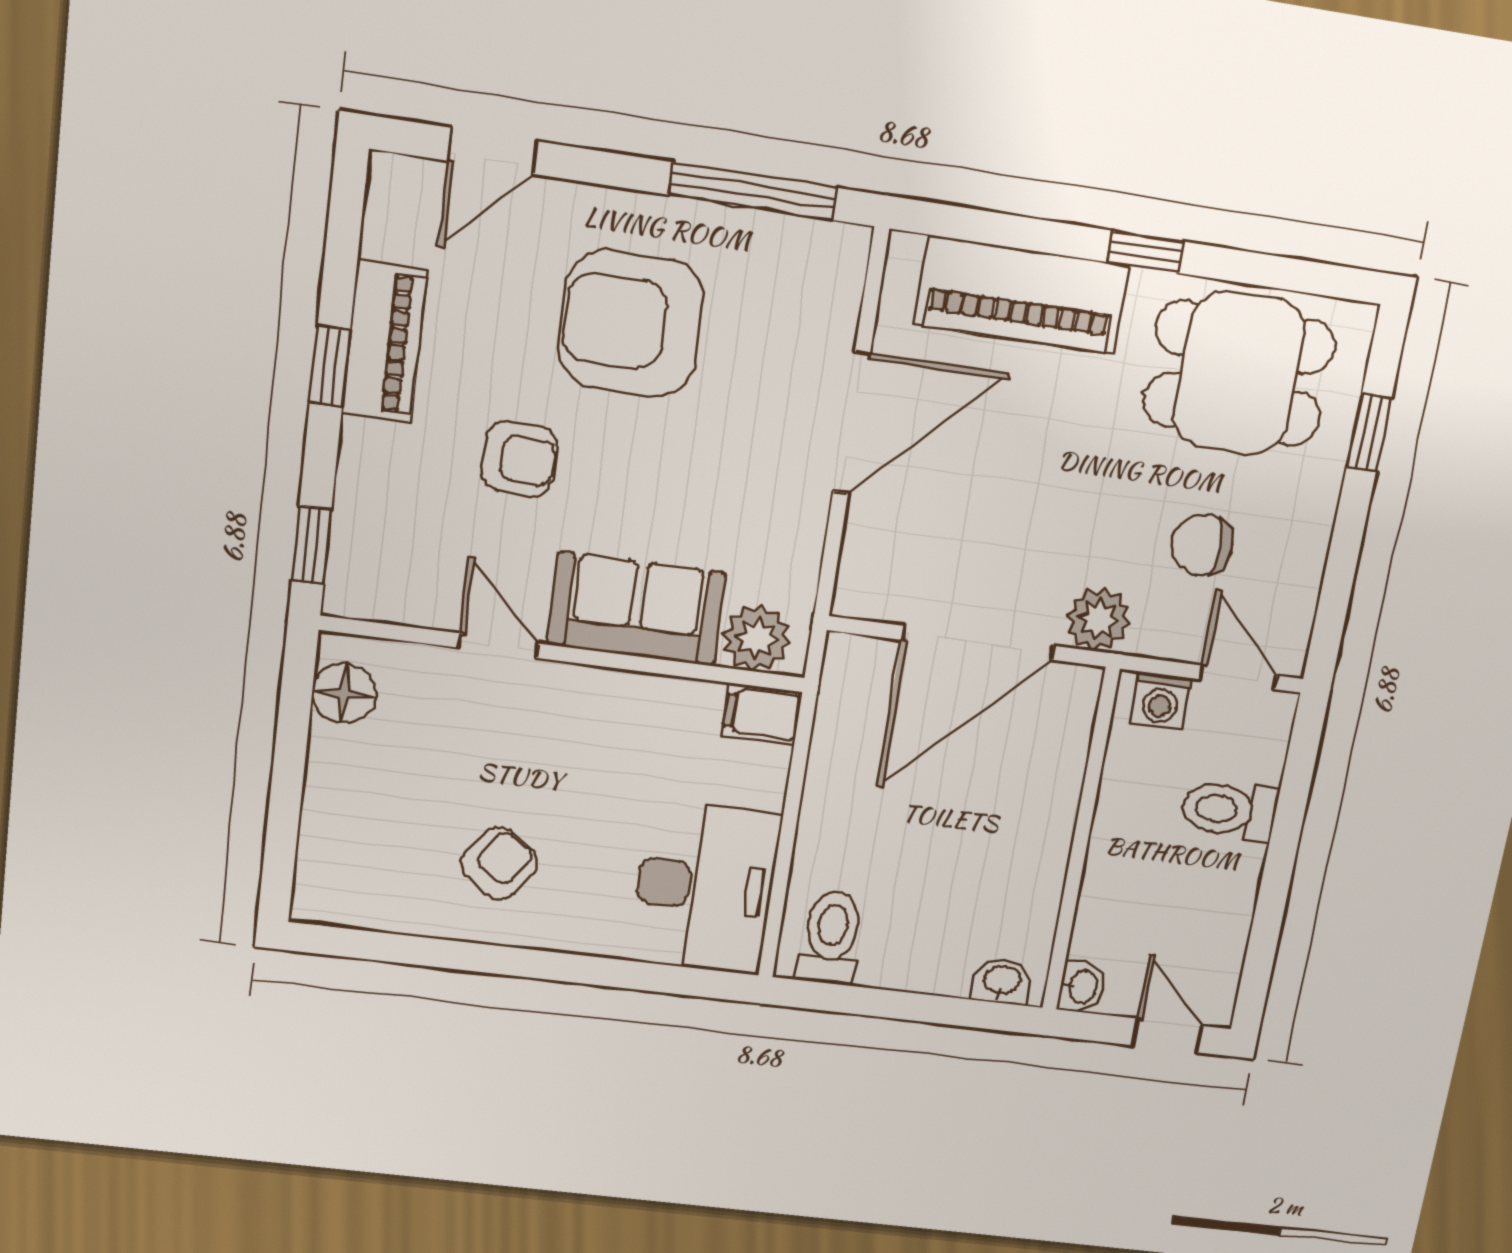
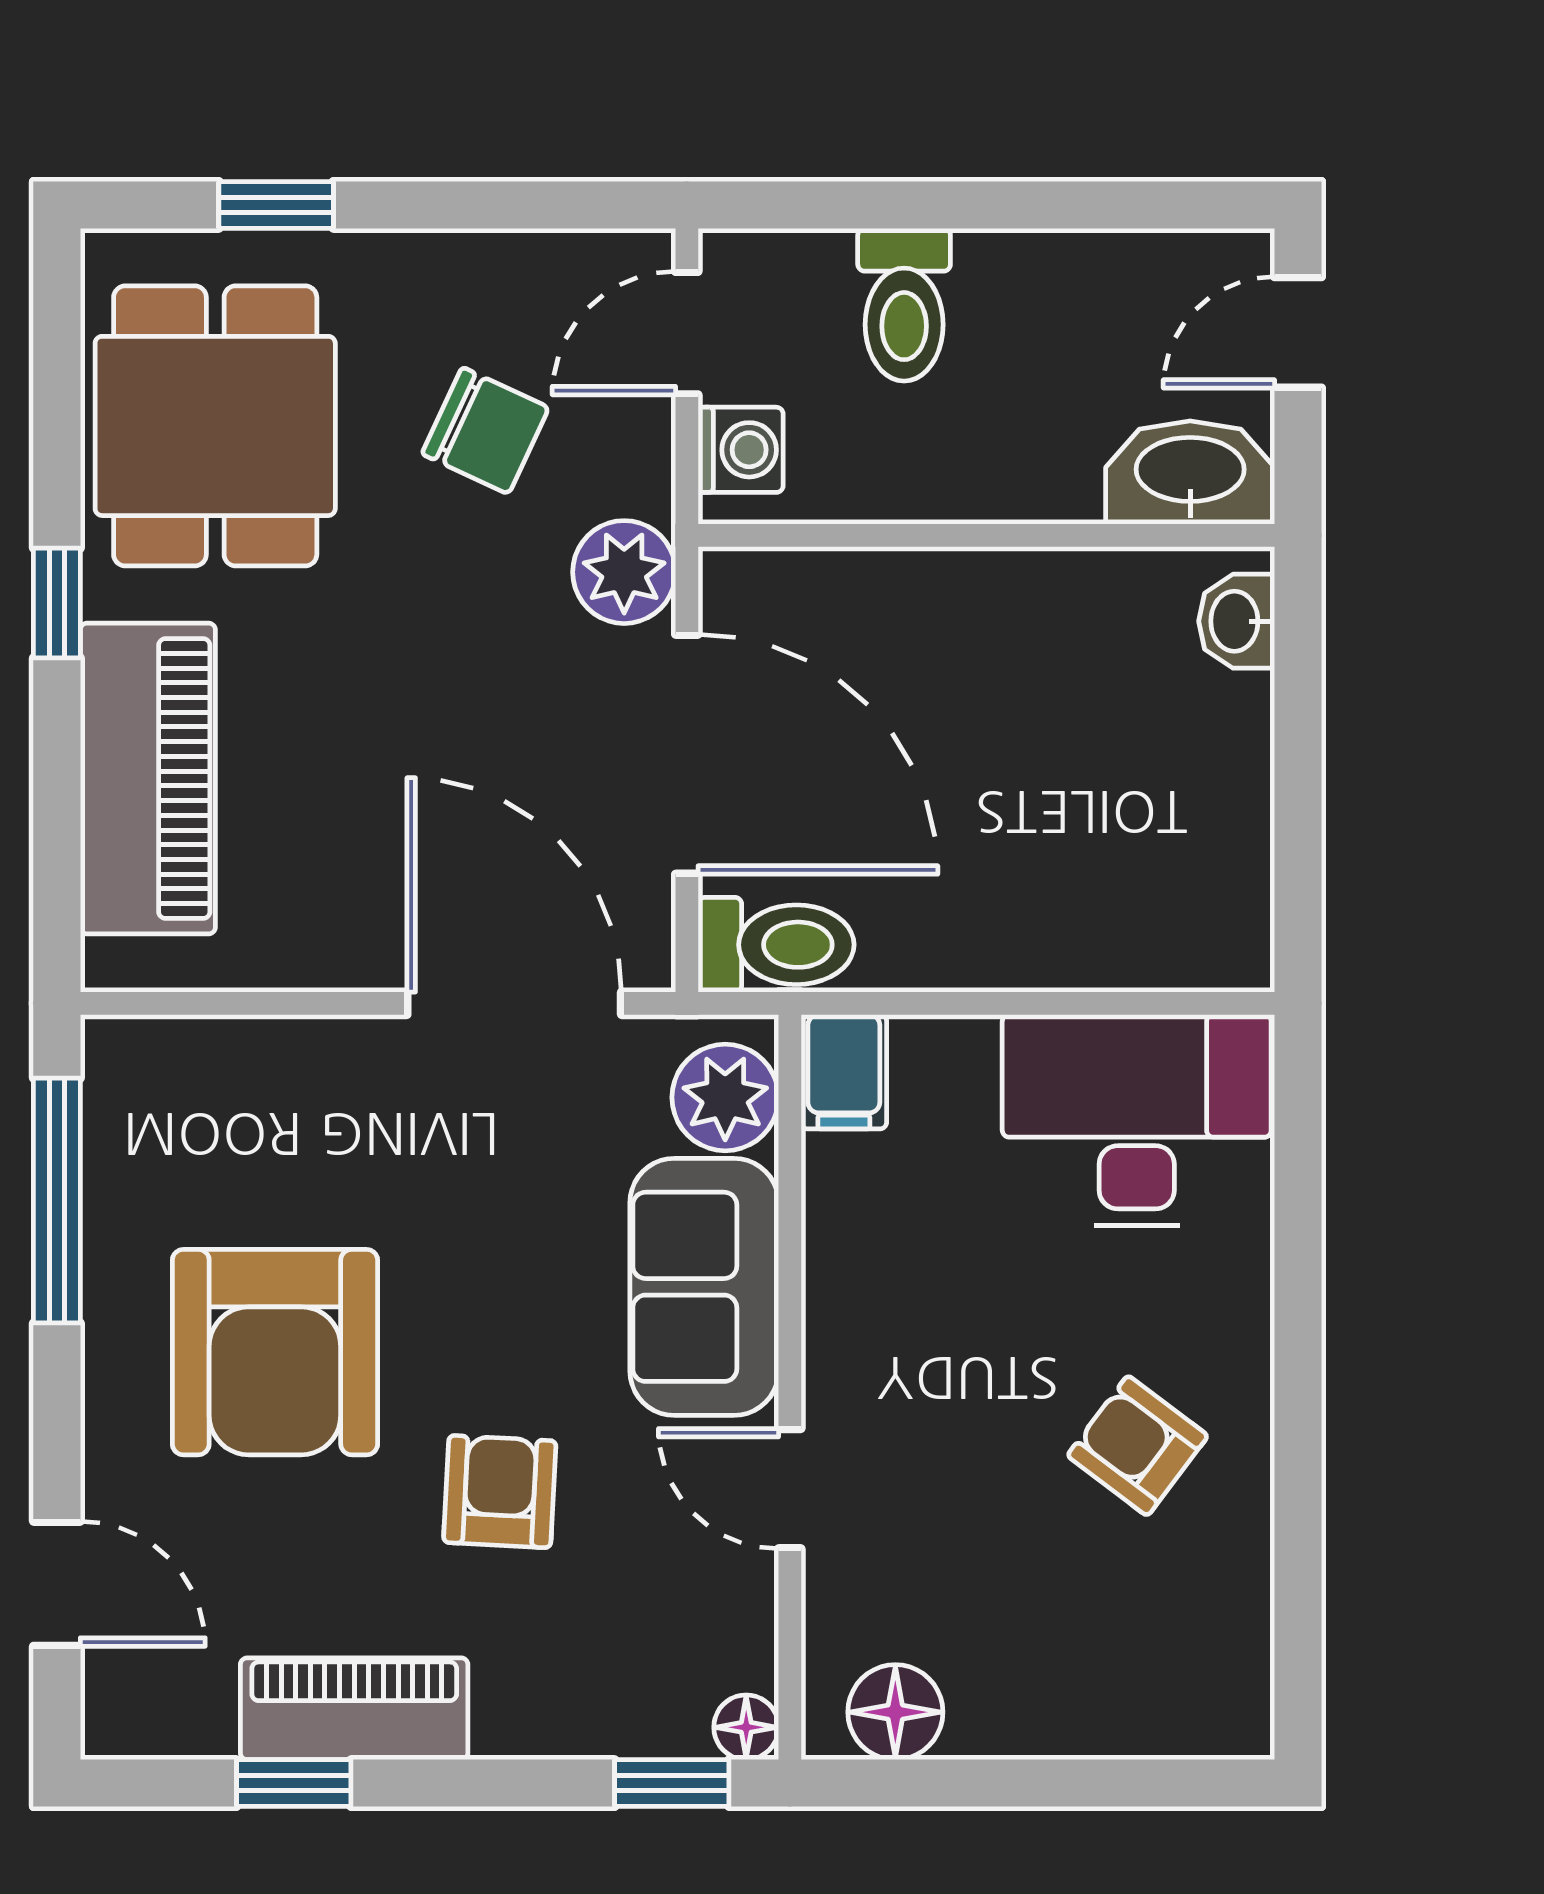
window: (330, 366) -> (294, 1783), moved
door: (852, 423) -> (514, 1003), moved
chair: (1203, 545) -> (485, 431), turned -65
floor lamp: (344, 598) -> (746, 1727), added
door: (498, 646) -> (790, 1489), hinge flipped
toilet: (831, 938) -> (776, 945), moved, turned 180
washbasin: (1082, 987) -> (1190, 472), width x1.91, depth x1.45

